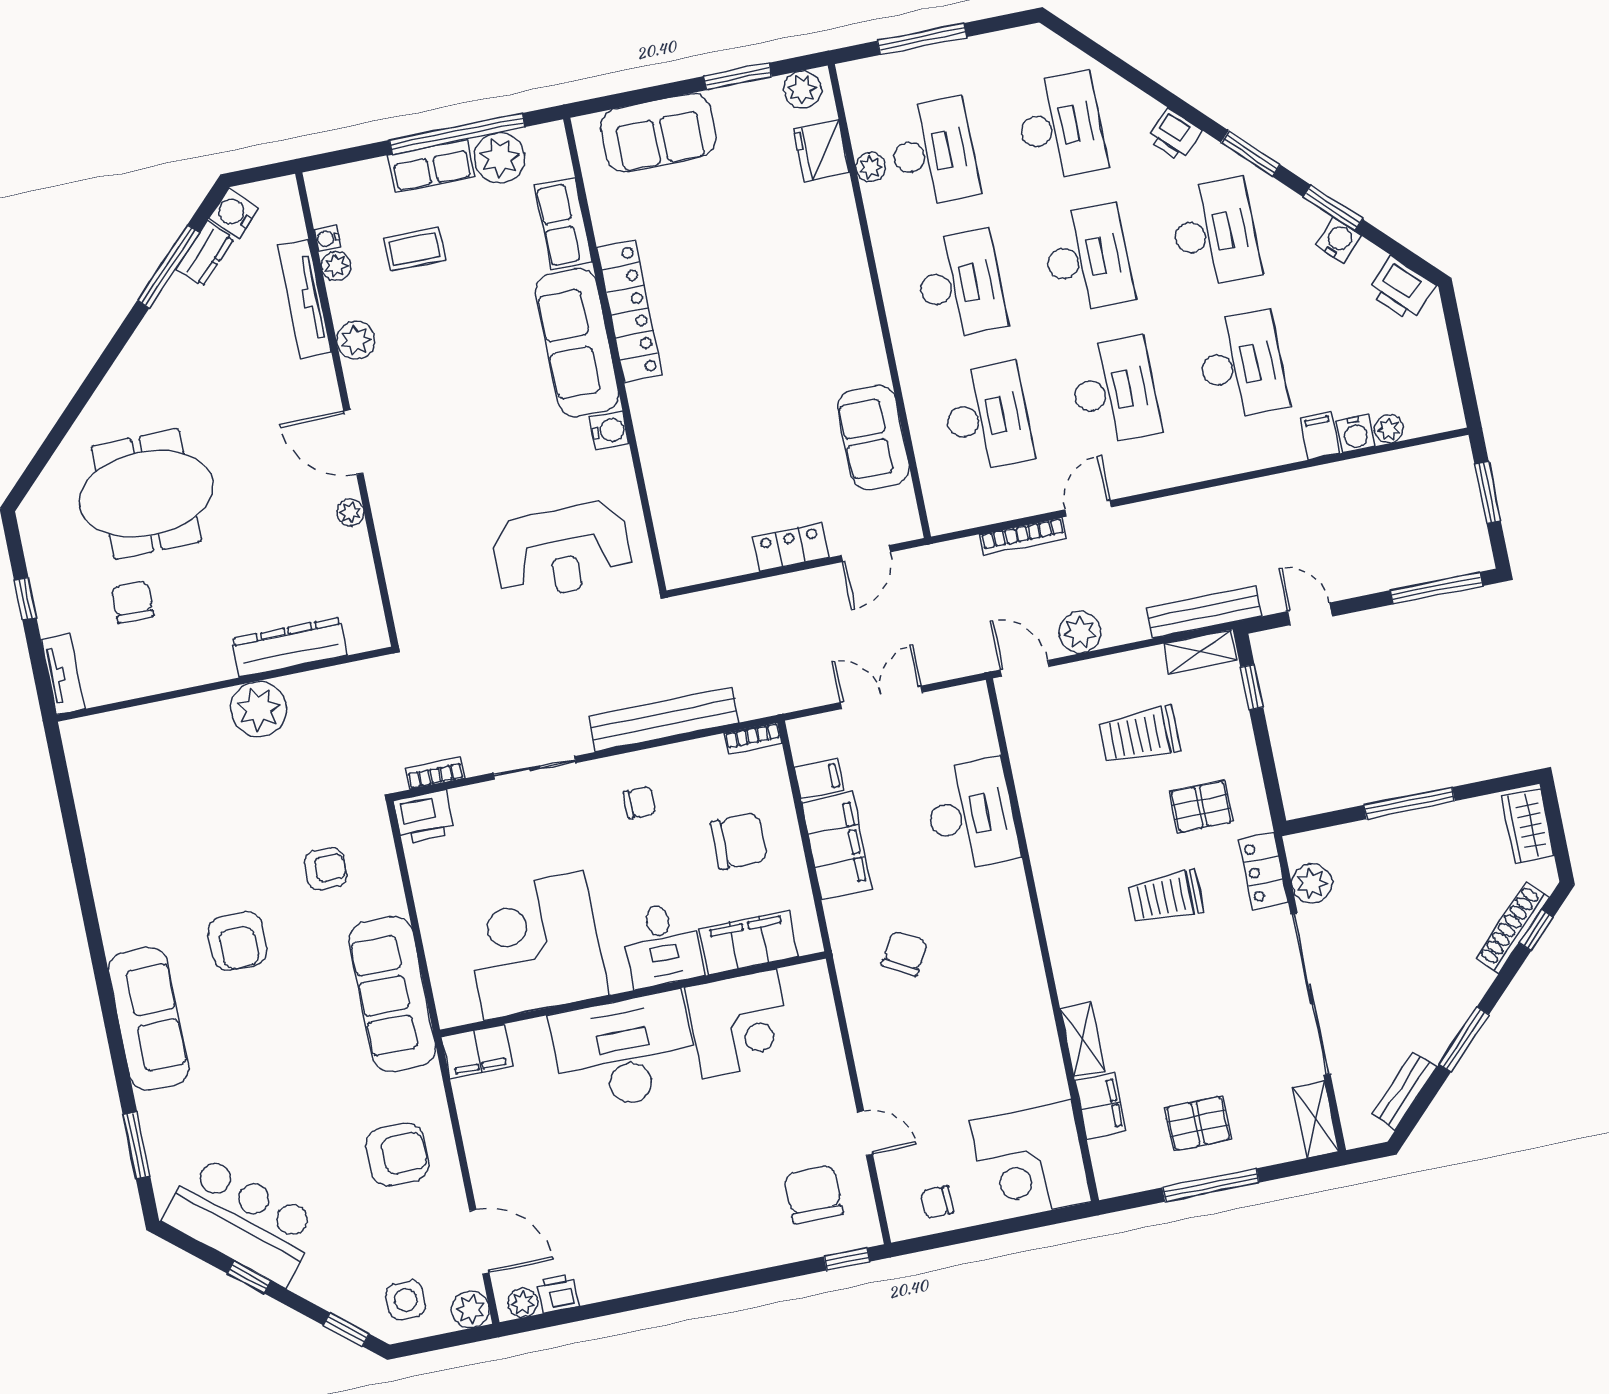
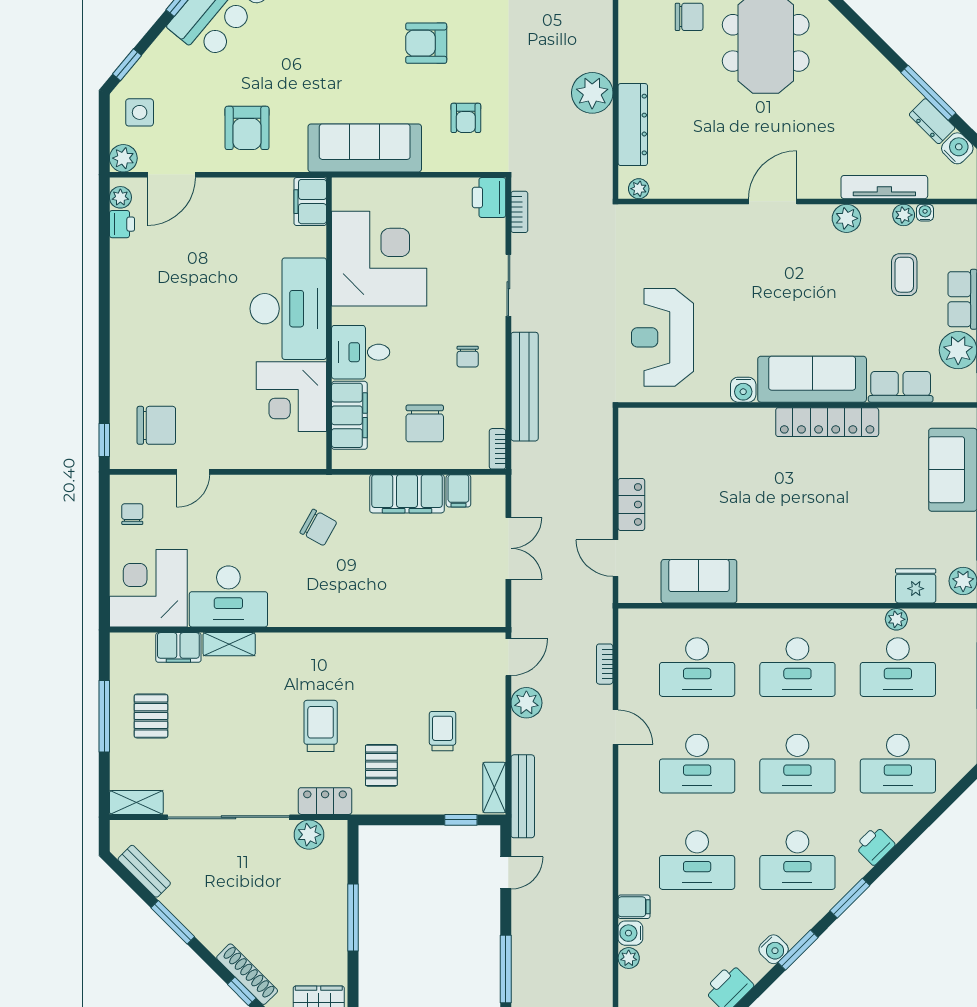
plant: (350, 512) -> (639, 189), moved
bookcase: (1023, 536) -> (605, 664), width x0.64
trolley: (1140, 735) -> (442, 731), width x0.73, depth x0.72
desk: (971, 815) -> (228, 596), moved

